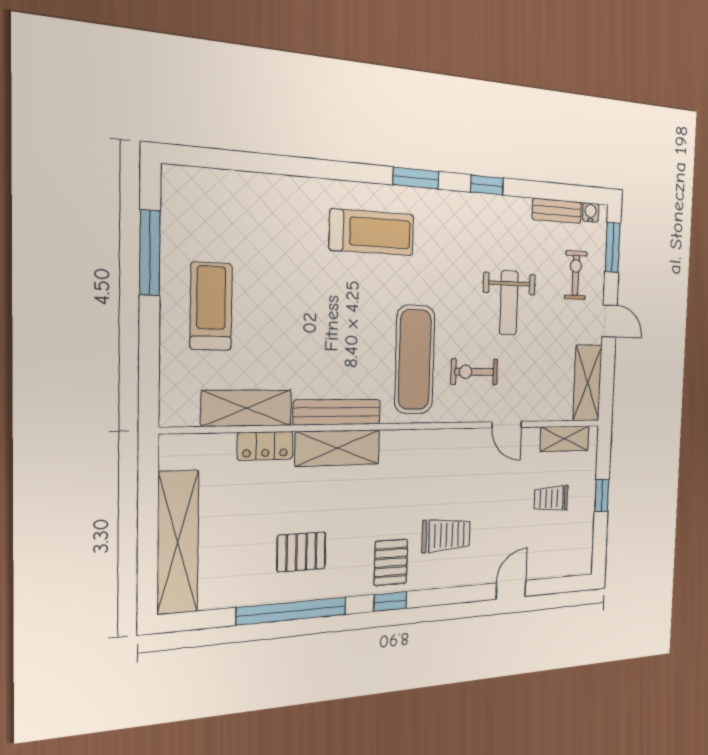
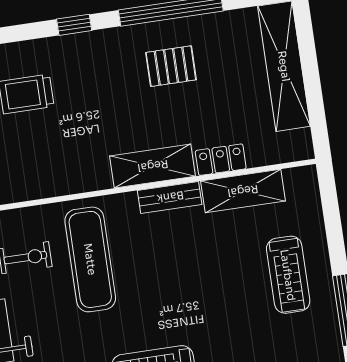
bench: (337, 412) -> (170, 197), width x0.73
pallet: (391, 562) -> (80, 63), removed

